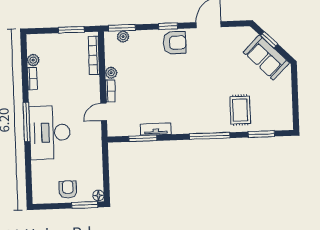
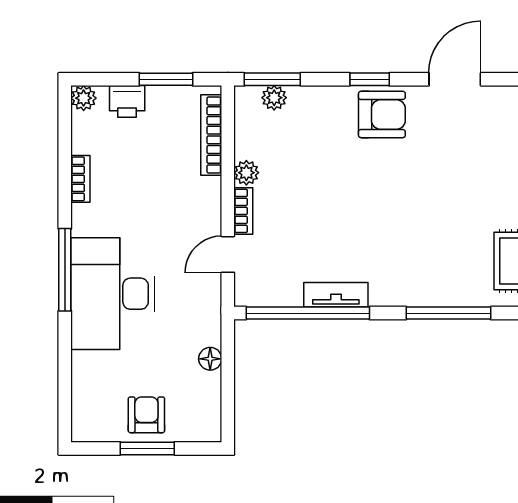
printer: (53, 41) -> (127, 101), added
plant: (33, 60) -> (84, 98), moved
window: (143, 138) -> (308, 313), width x2.11
floor lamp: (98, 196) -> (210, 359), moved
window: (85, 205) -> (147, 448), moved

